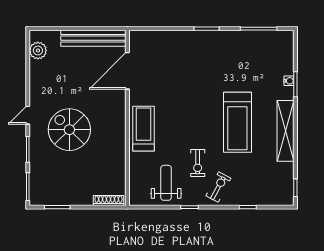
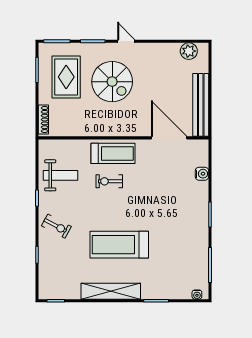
water cooler: (164, 37) -> (202, 174), added
water cooler: (289, 81) -> (197, 295), moved
spiral stairs: (69, 130) -> (112, 82), turned 90
exercise bike: (198, 163) -> (109, 181), moved
rug: (65, 177) -> (66, 77), added

